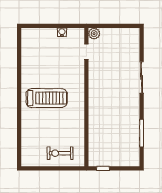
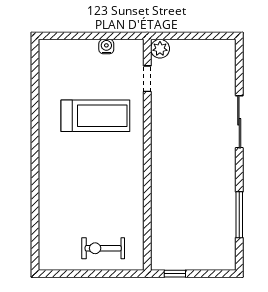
treadmill: (47, 98) -> (95, 116), moved

